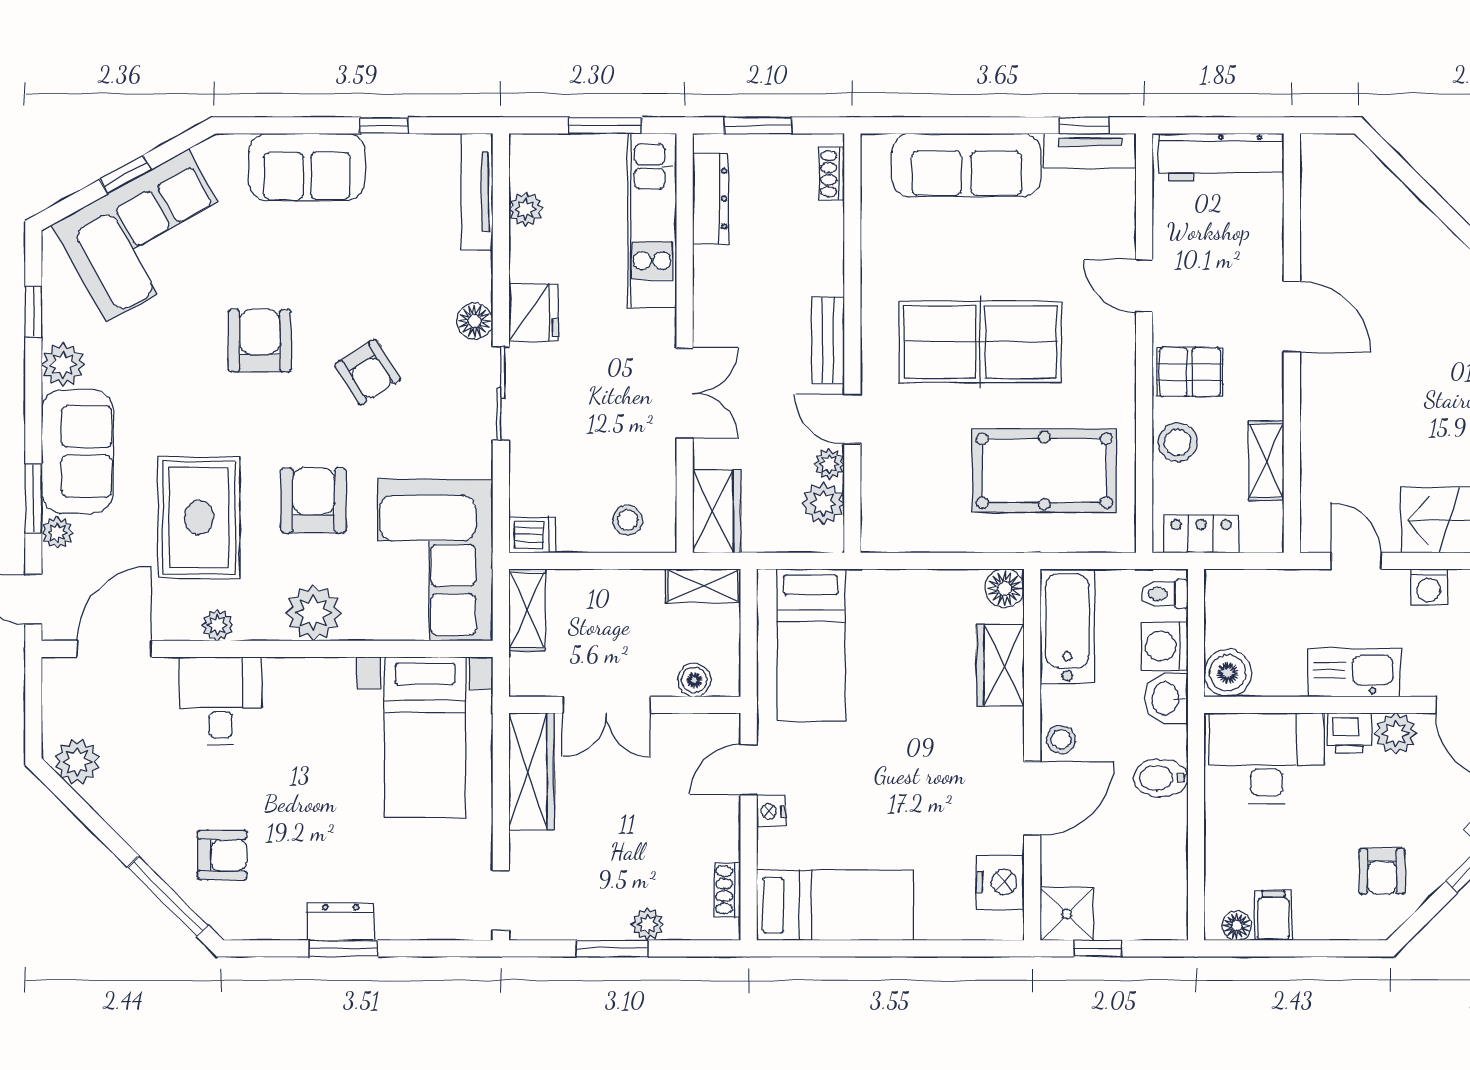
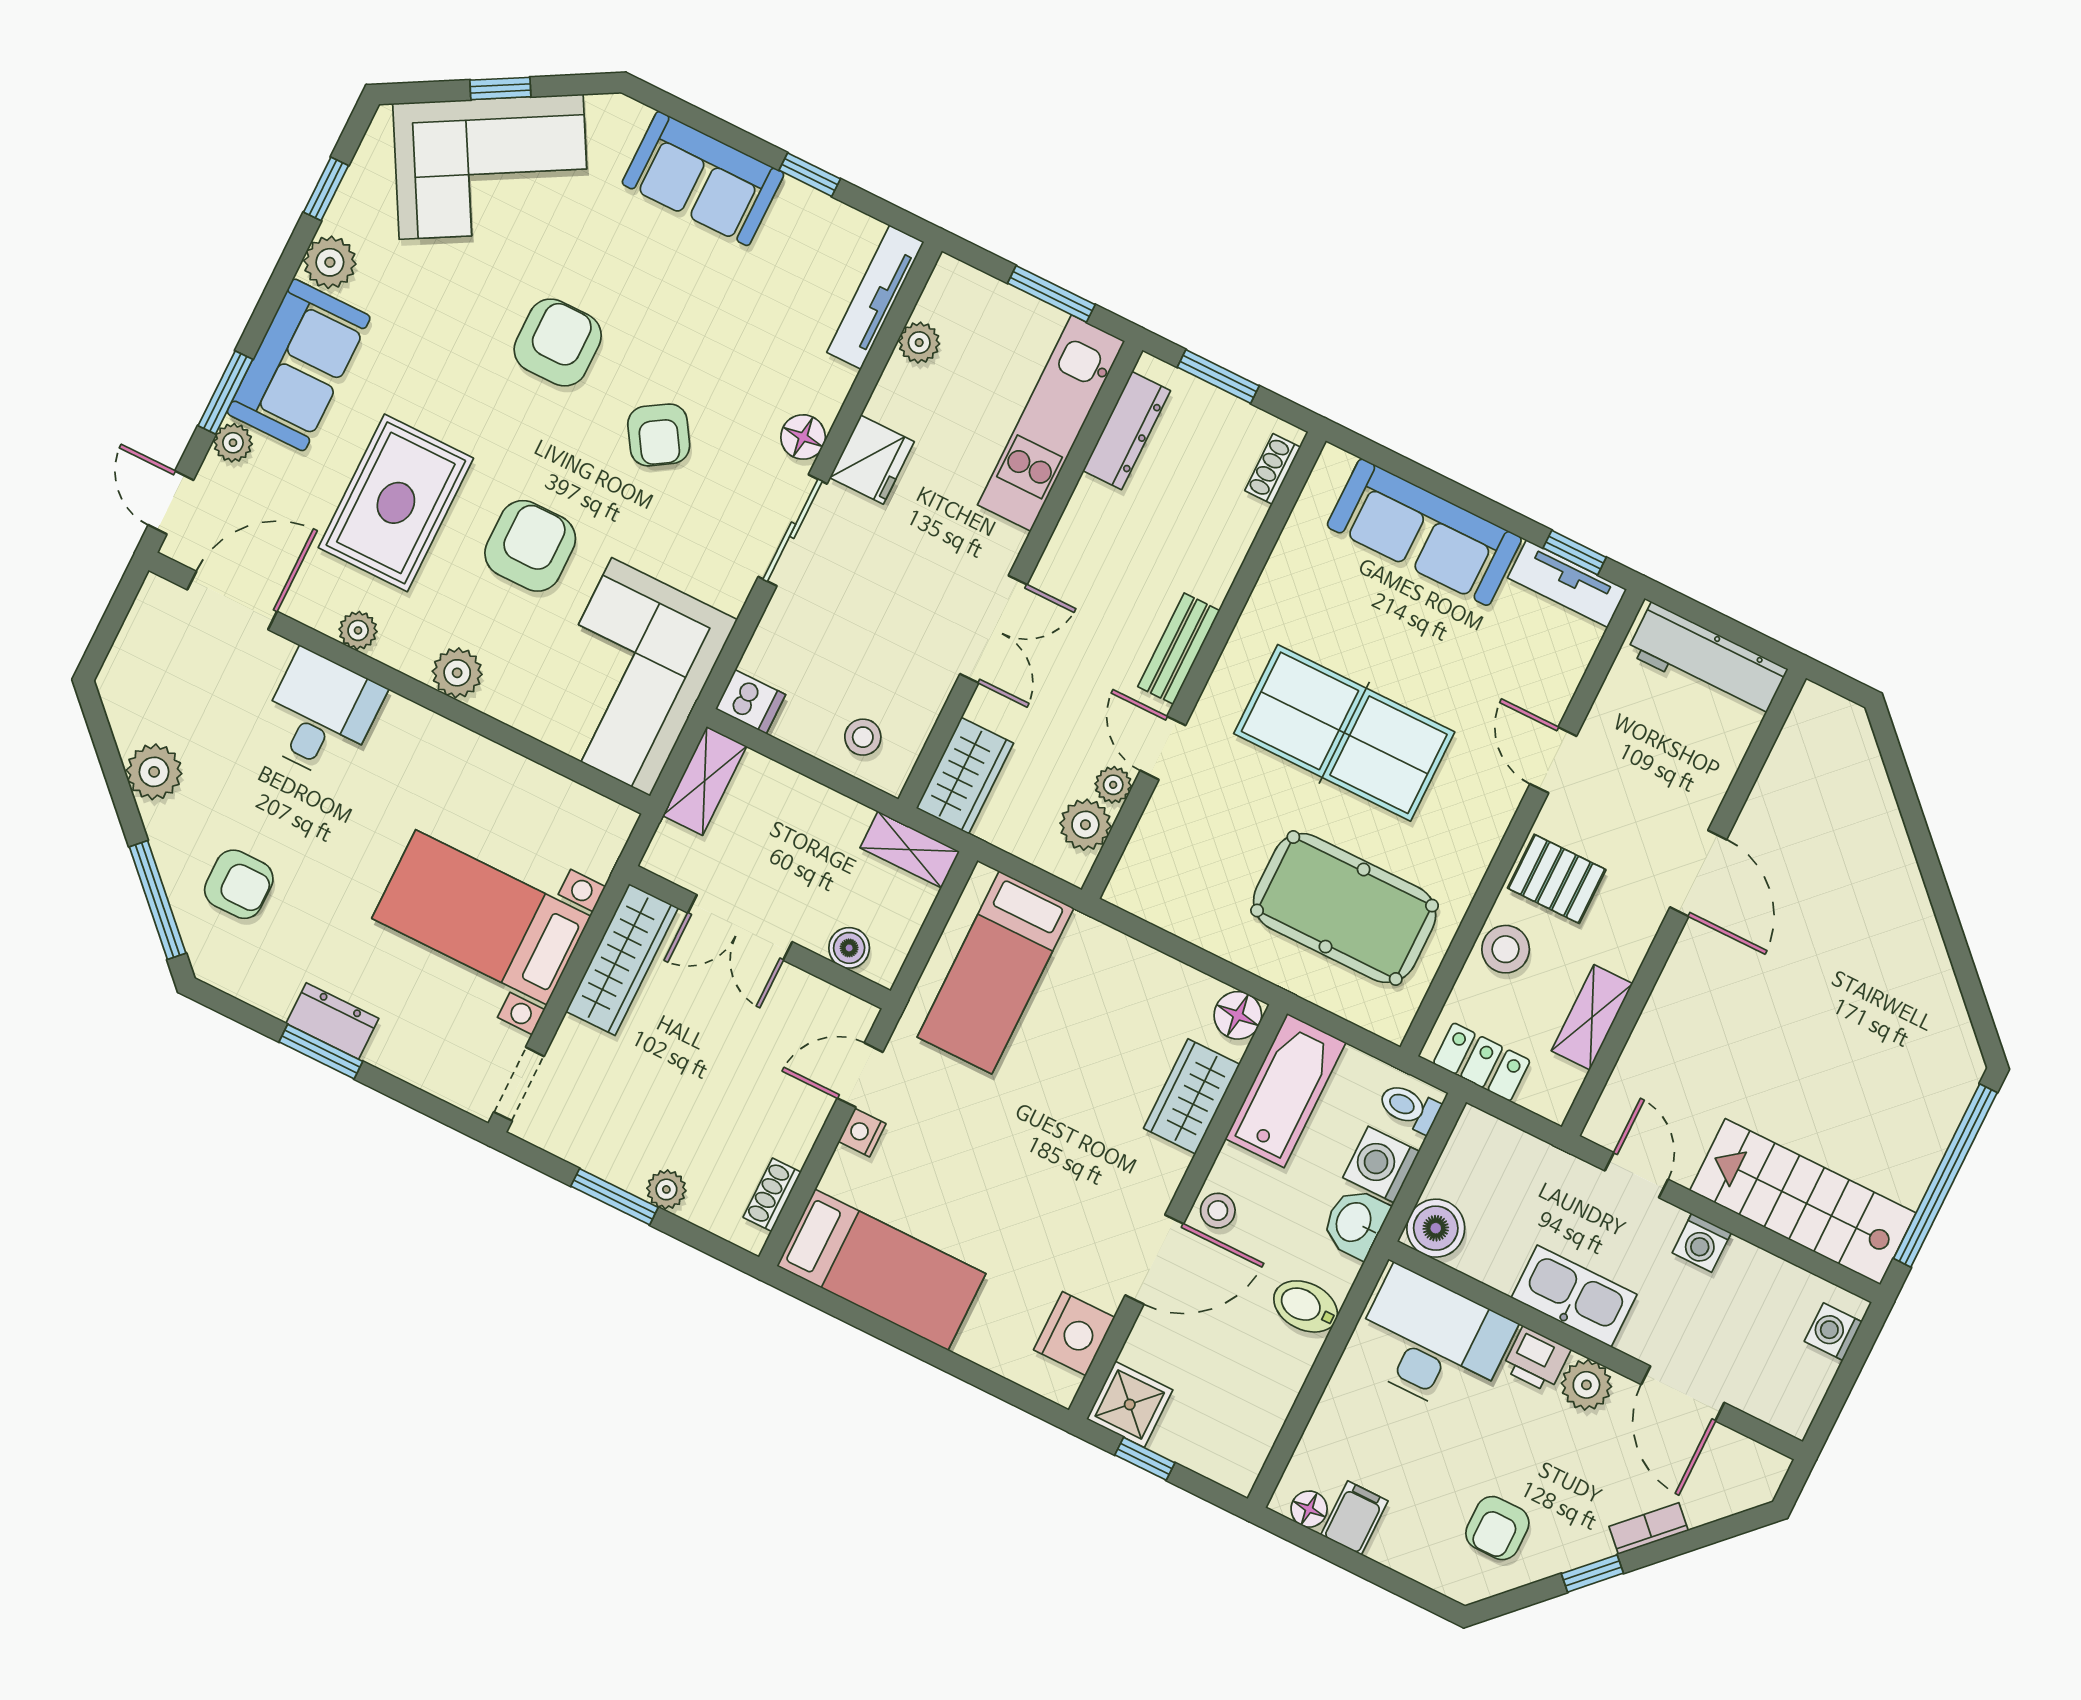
plant: (313, 613) -> (457, 673), width x0.73, depth x0.73
bed with nightstands: (425, 737) -> (481, 917), moved, turned 90
plant: (77, 762) -> (154, 772), moved

